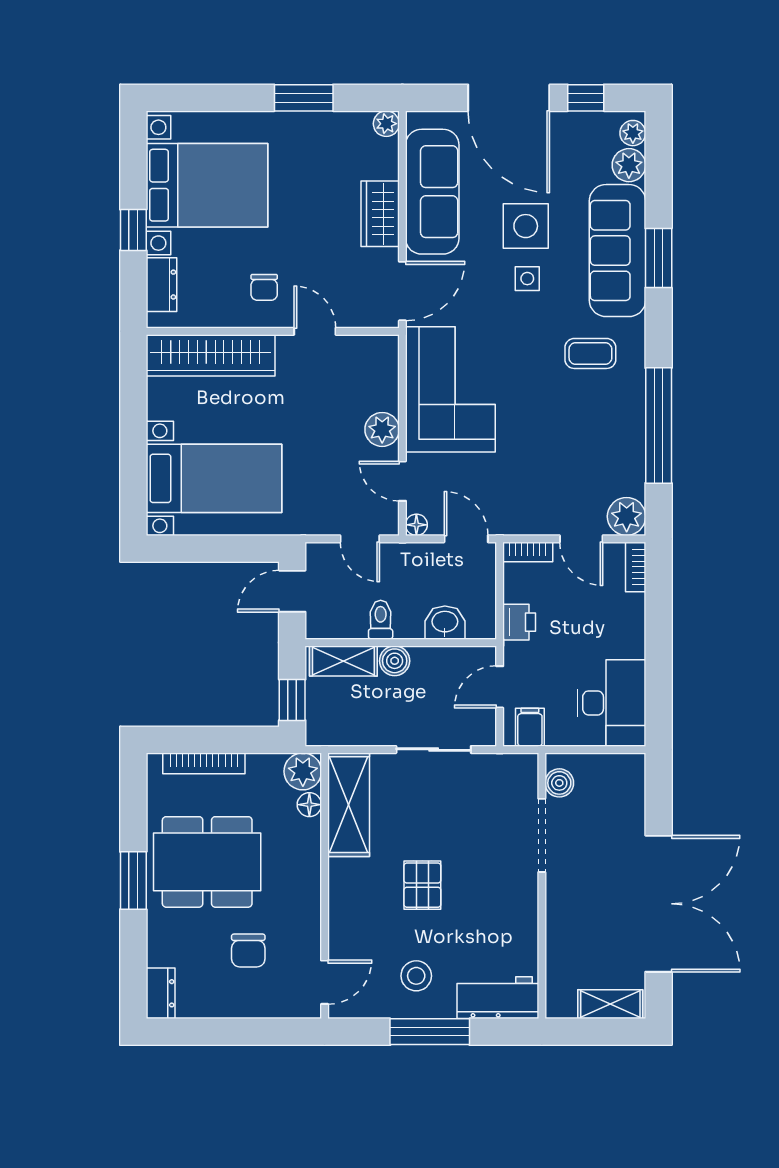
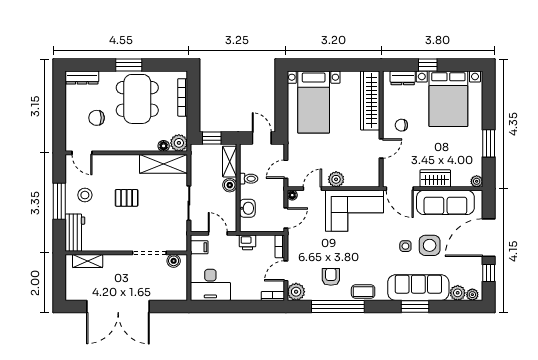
coffee table: (590, 353) -> (363, 292), moved, turned 90
armchair: (594, 441) -> (331, 277), added
dresser: (161, 993) -> (82, 78), width x1.44
shelving: (610, 1004) -> (88, 261), moved, turned 90

